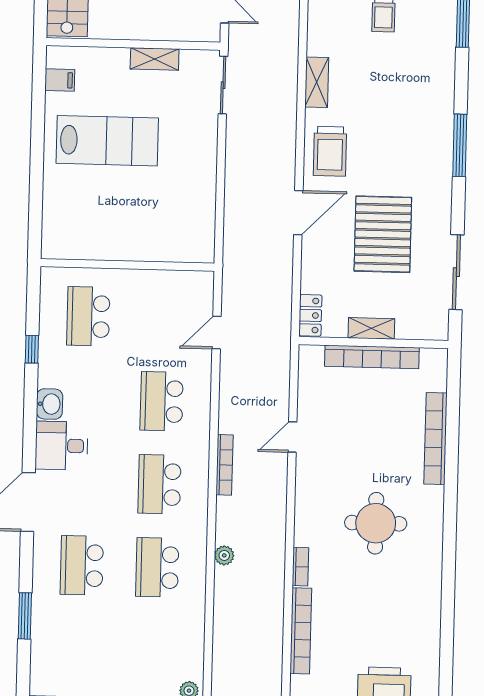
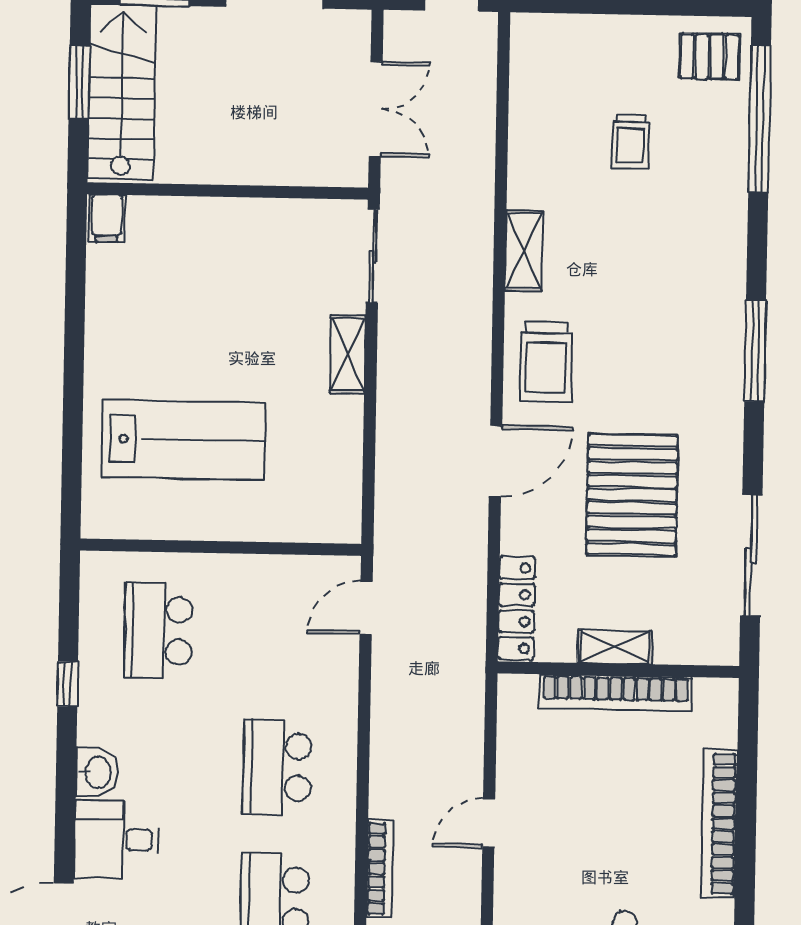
shelving: (155, 59) -> (348, 354), moved, turned 90
filing cabinet: (60, 80) -> (107, 218), moved, turned 90
lab bench: (107, 141) -> (184, 440), moved
locker: (310, 315) -> (517, 608), width x1.53
door: (217, 333) -> (366, 608), moved

